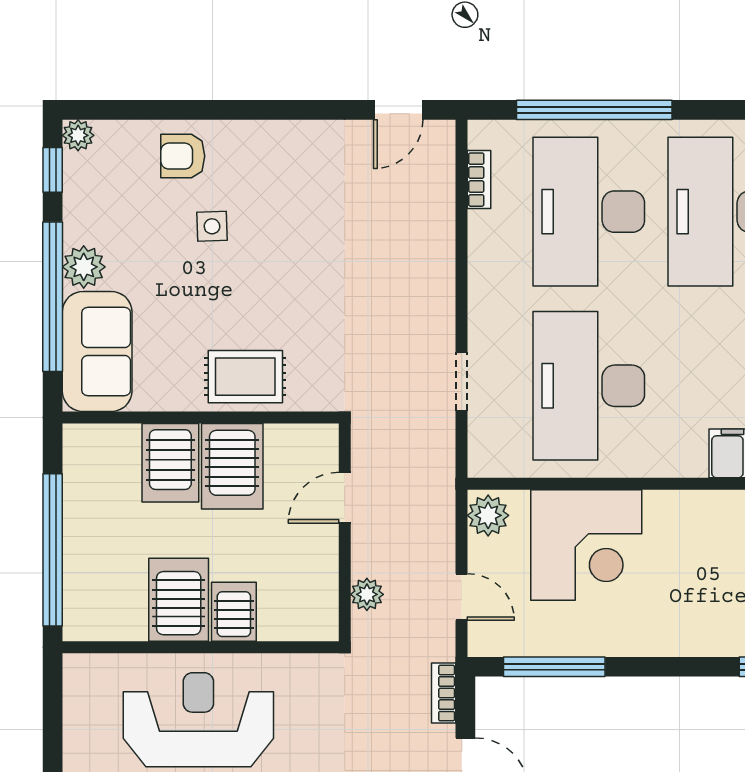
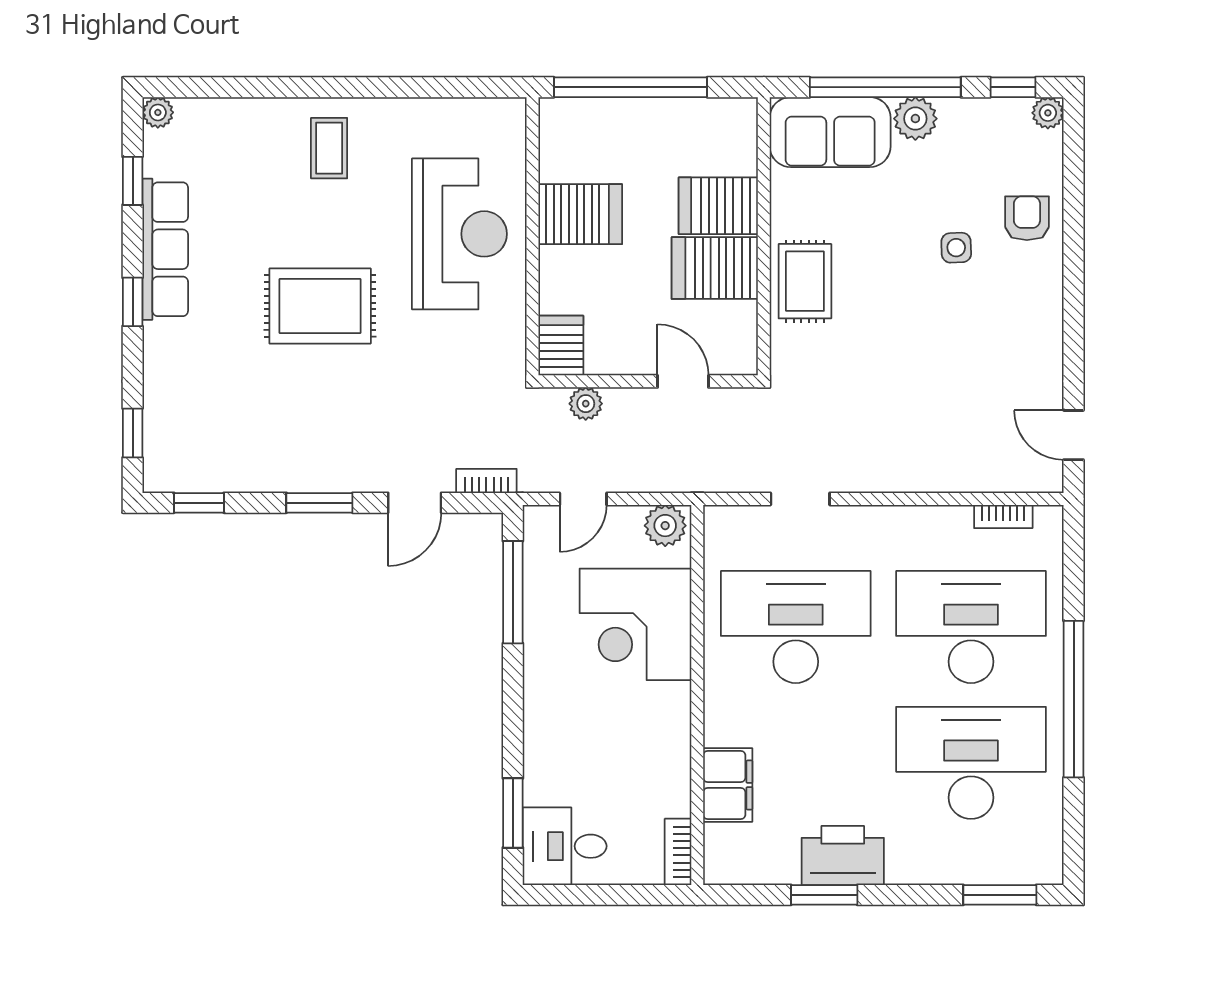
window: (594, 110) -> (1074, 699), moved
server rack: (234, 612) -> (561, 346), moved, turned -90

